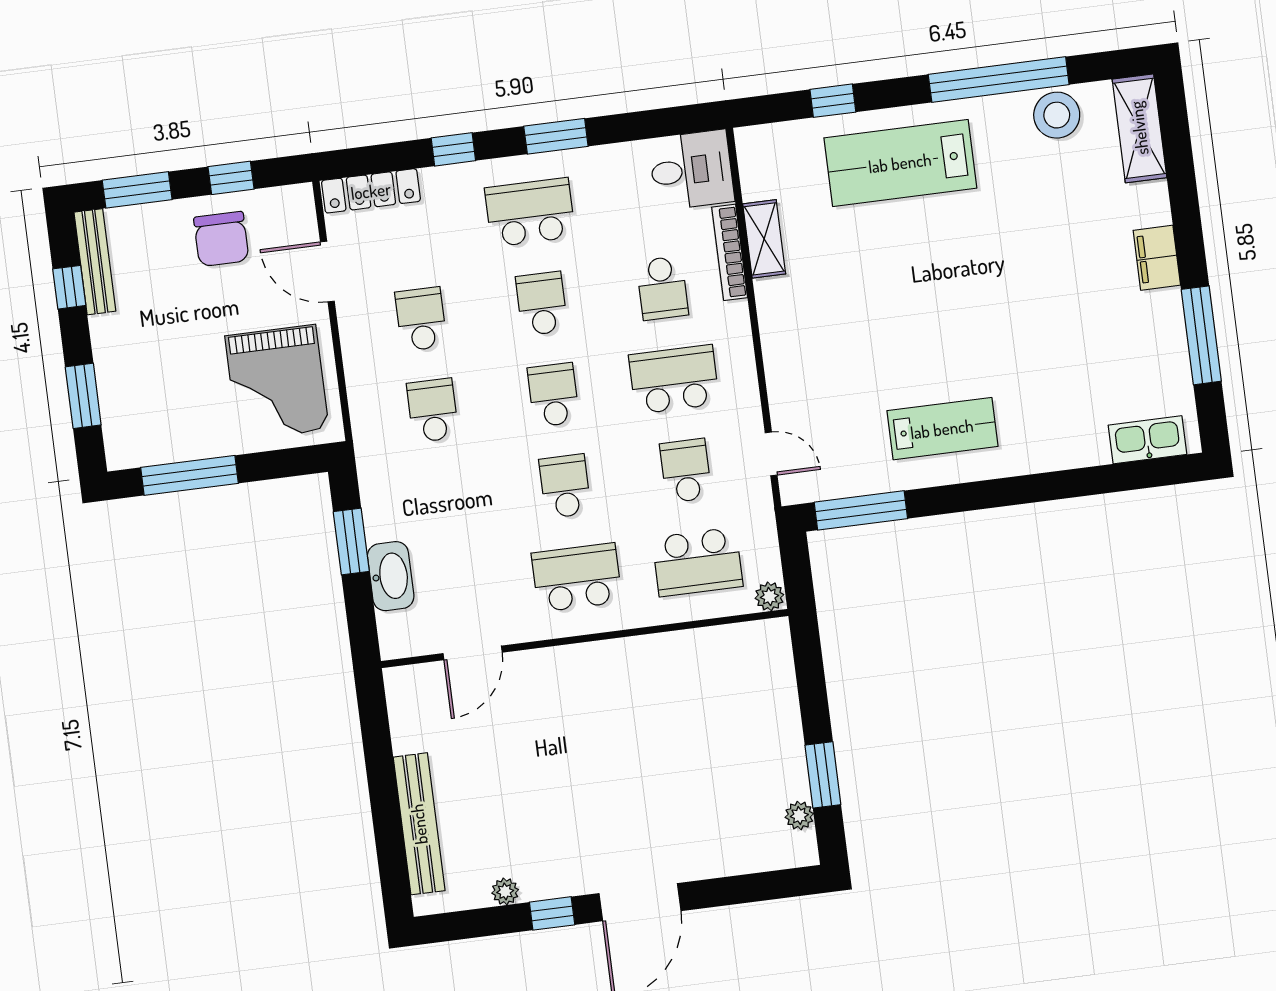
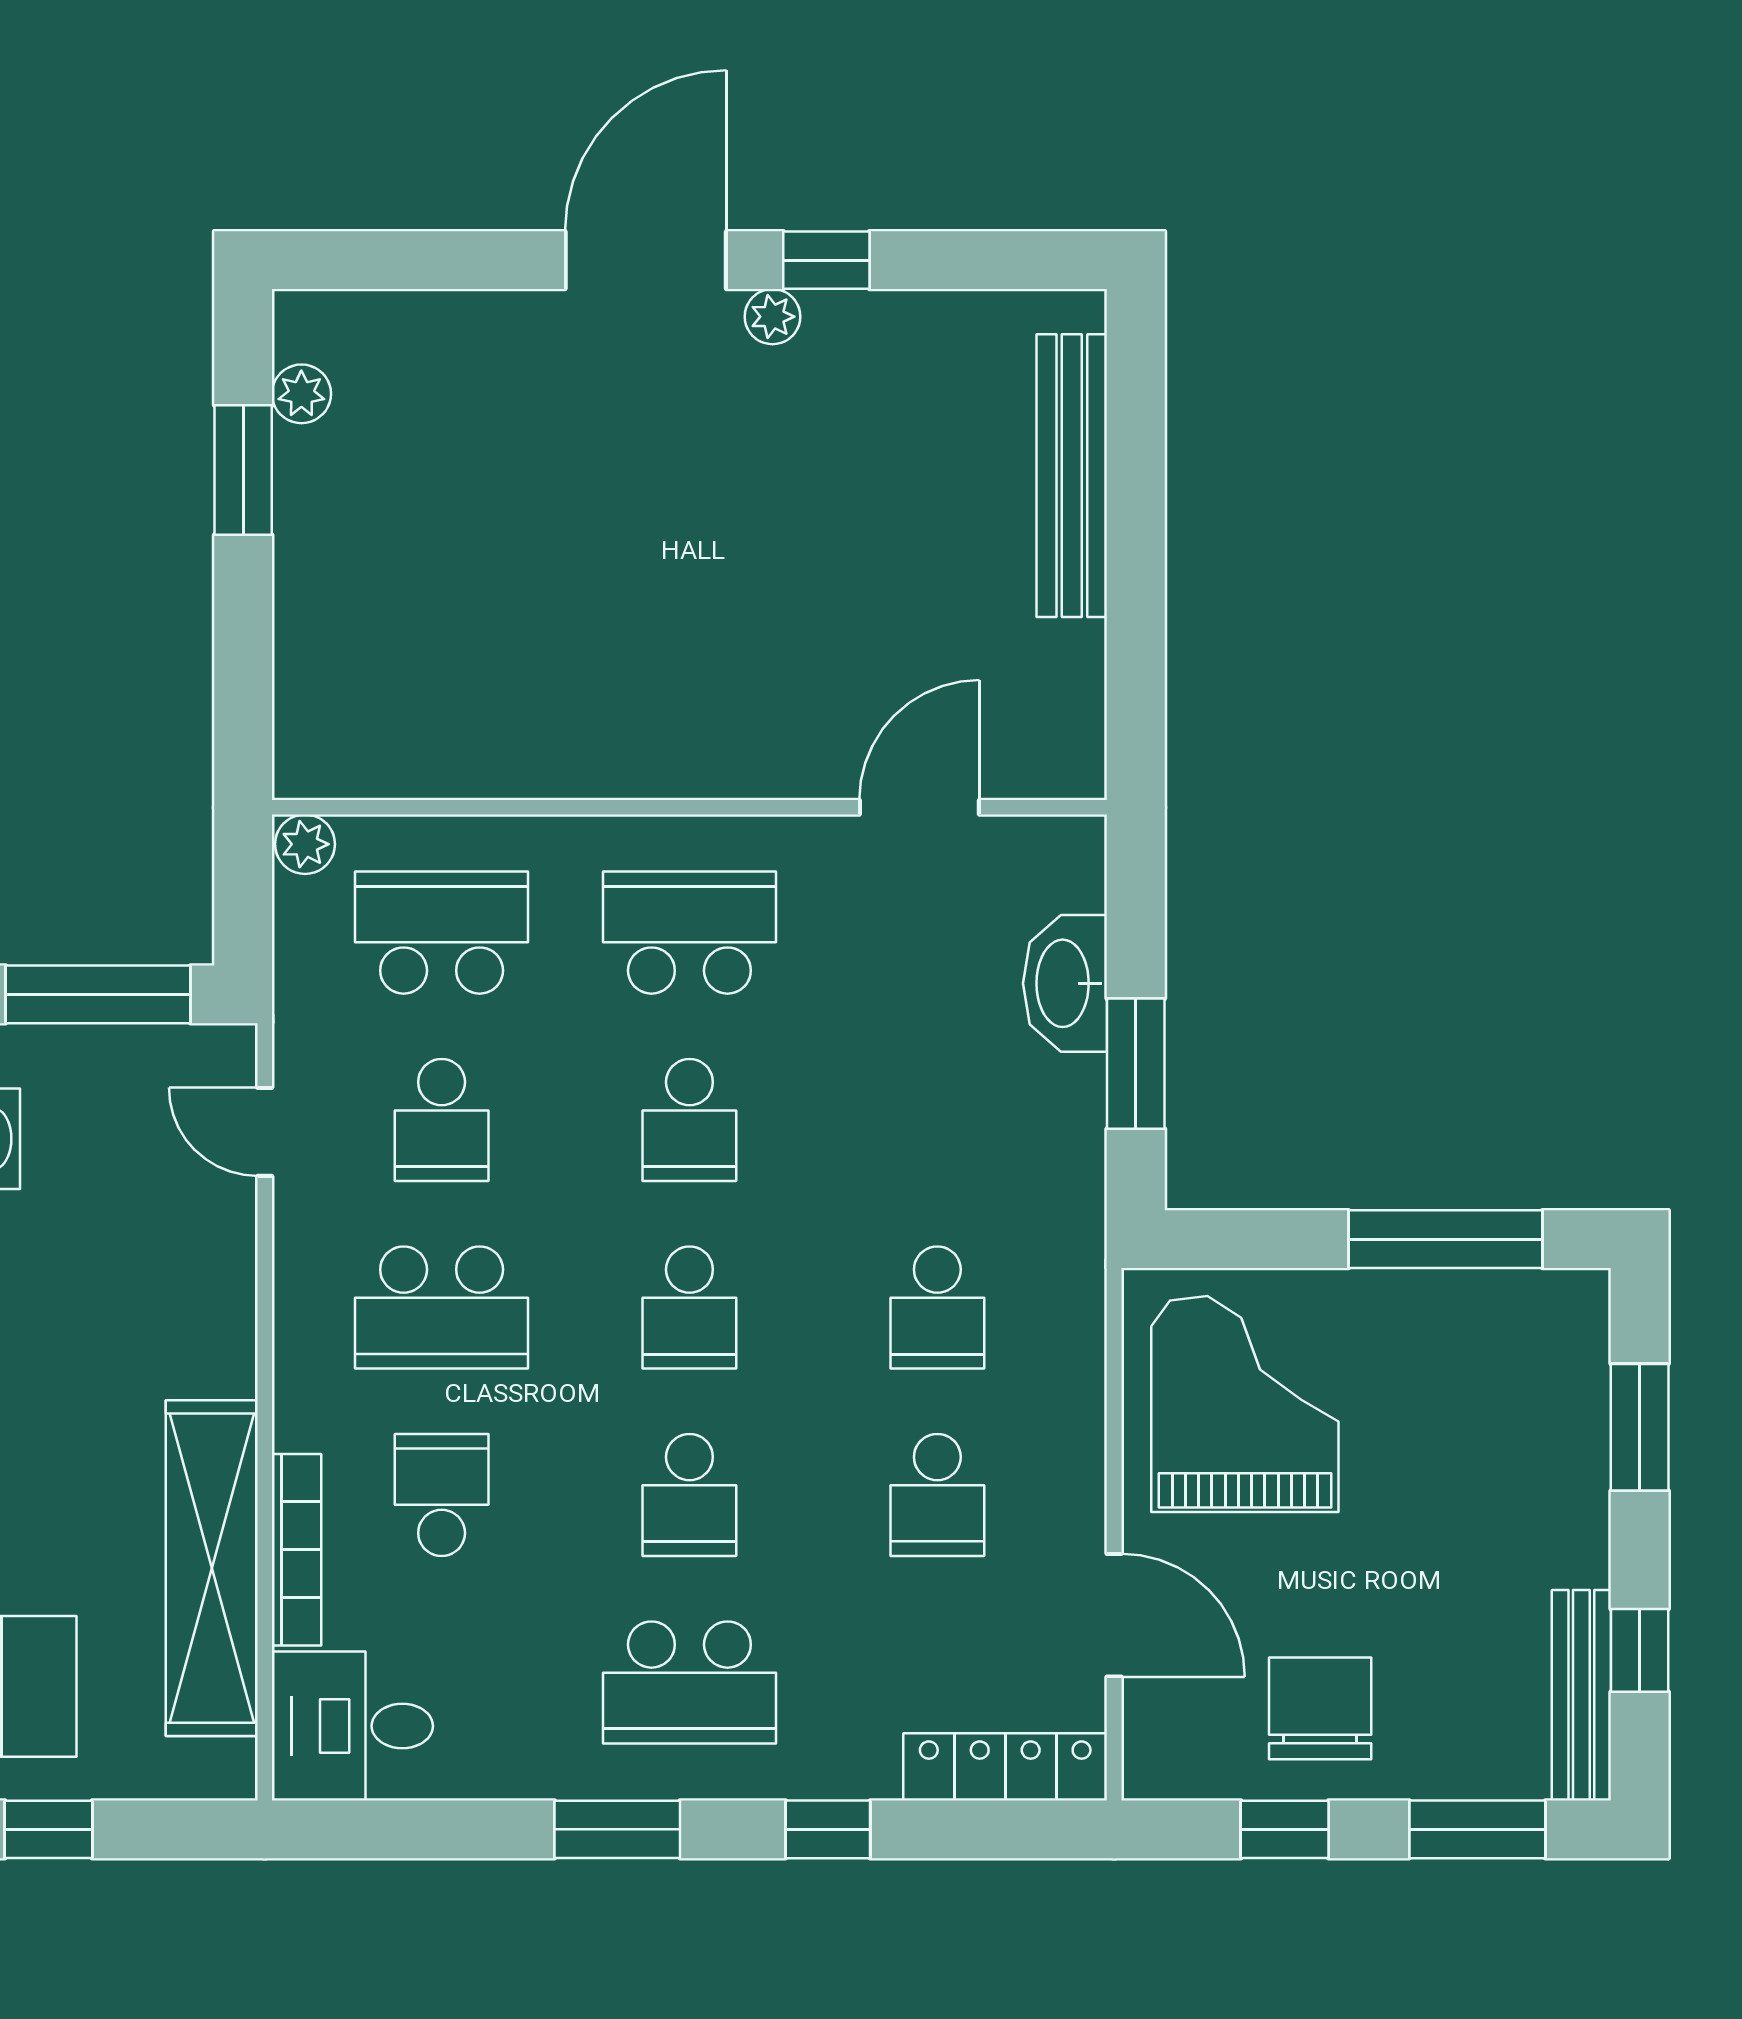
shelving: (764, 239) -> (212, 1568), width x2.20, depth x1.33
school desk: (577, 577) -> (689, 933), turned 180
plant: (505, 891) -> (772, 317), moved

